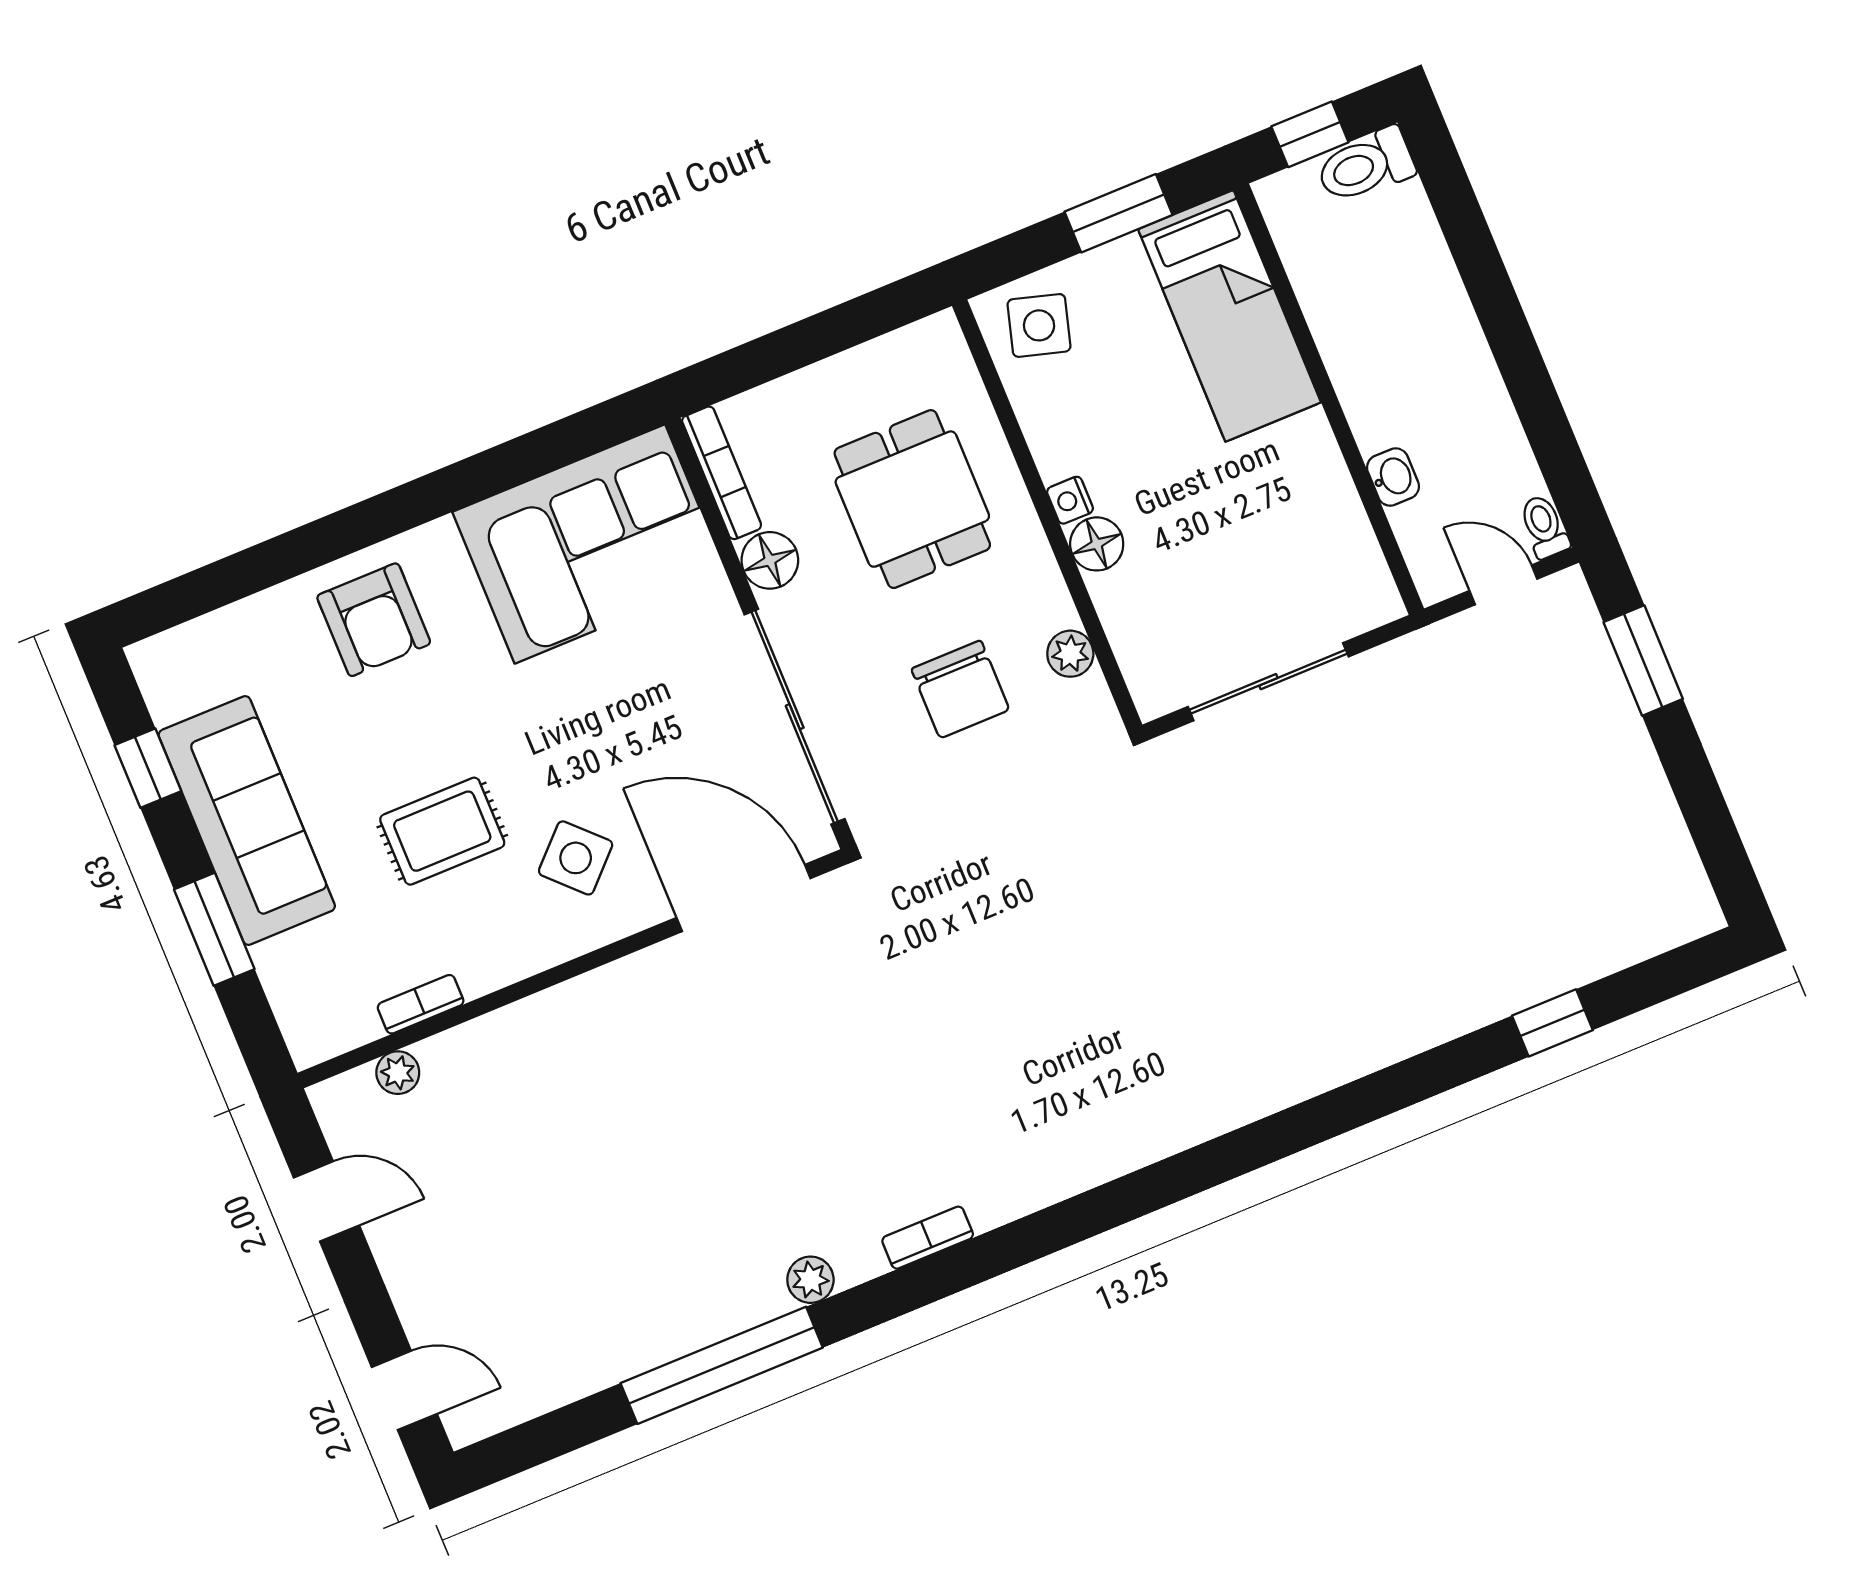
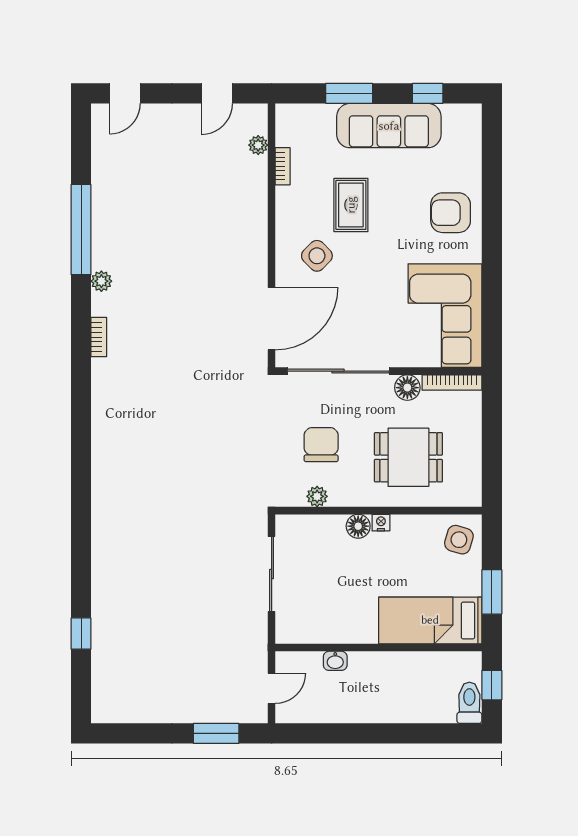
toilet: (1544, 527) -> (289, 715), removed
chair: (960, 689) -> (321, 445), turned 90

